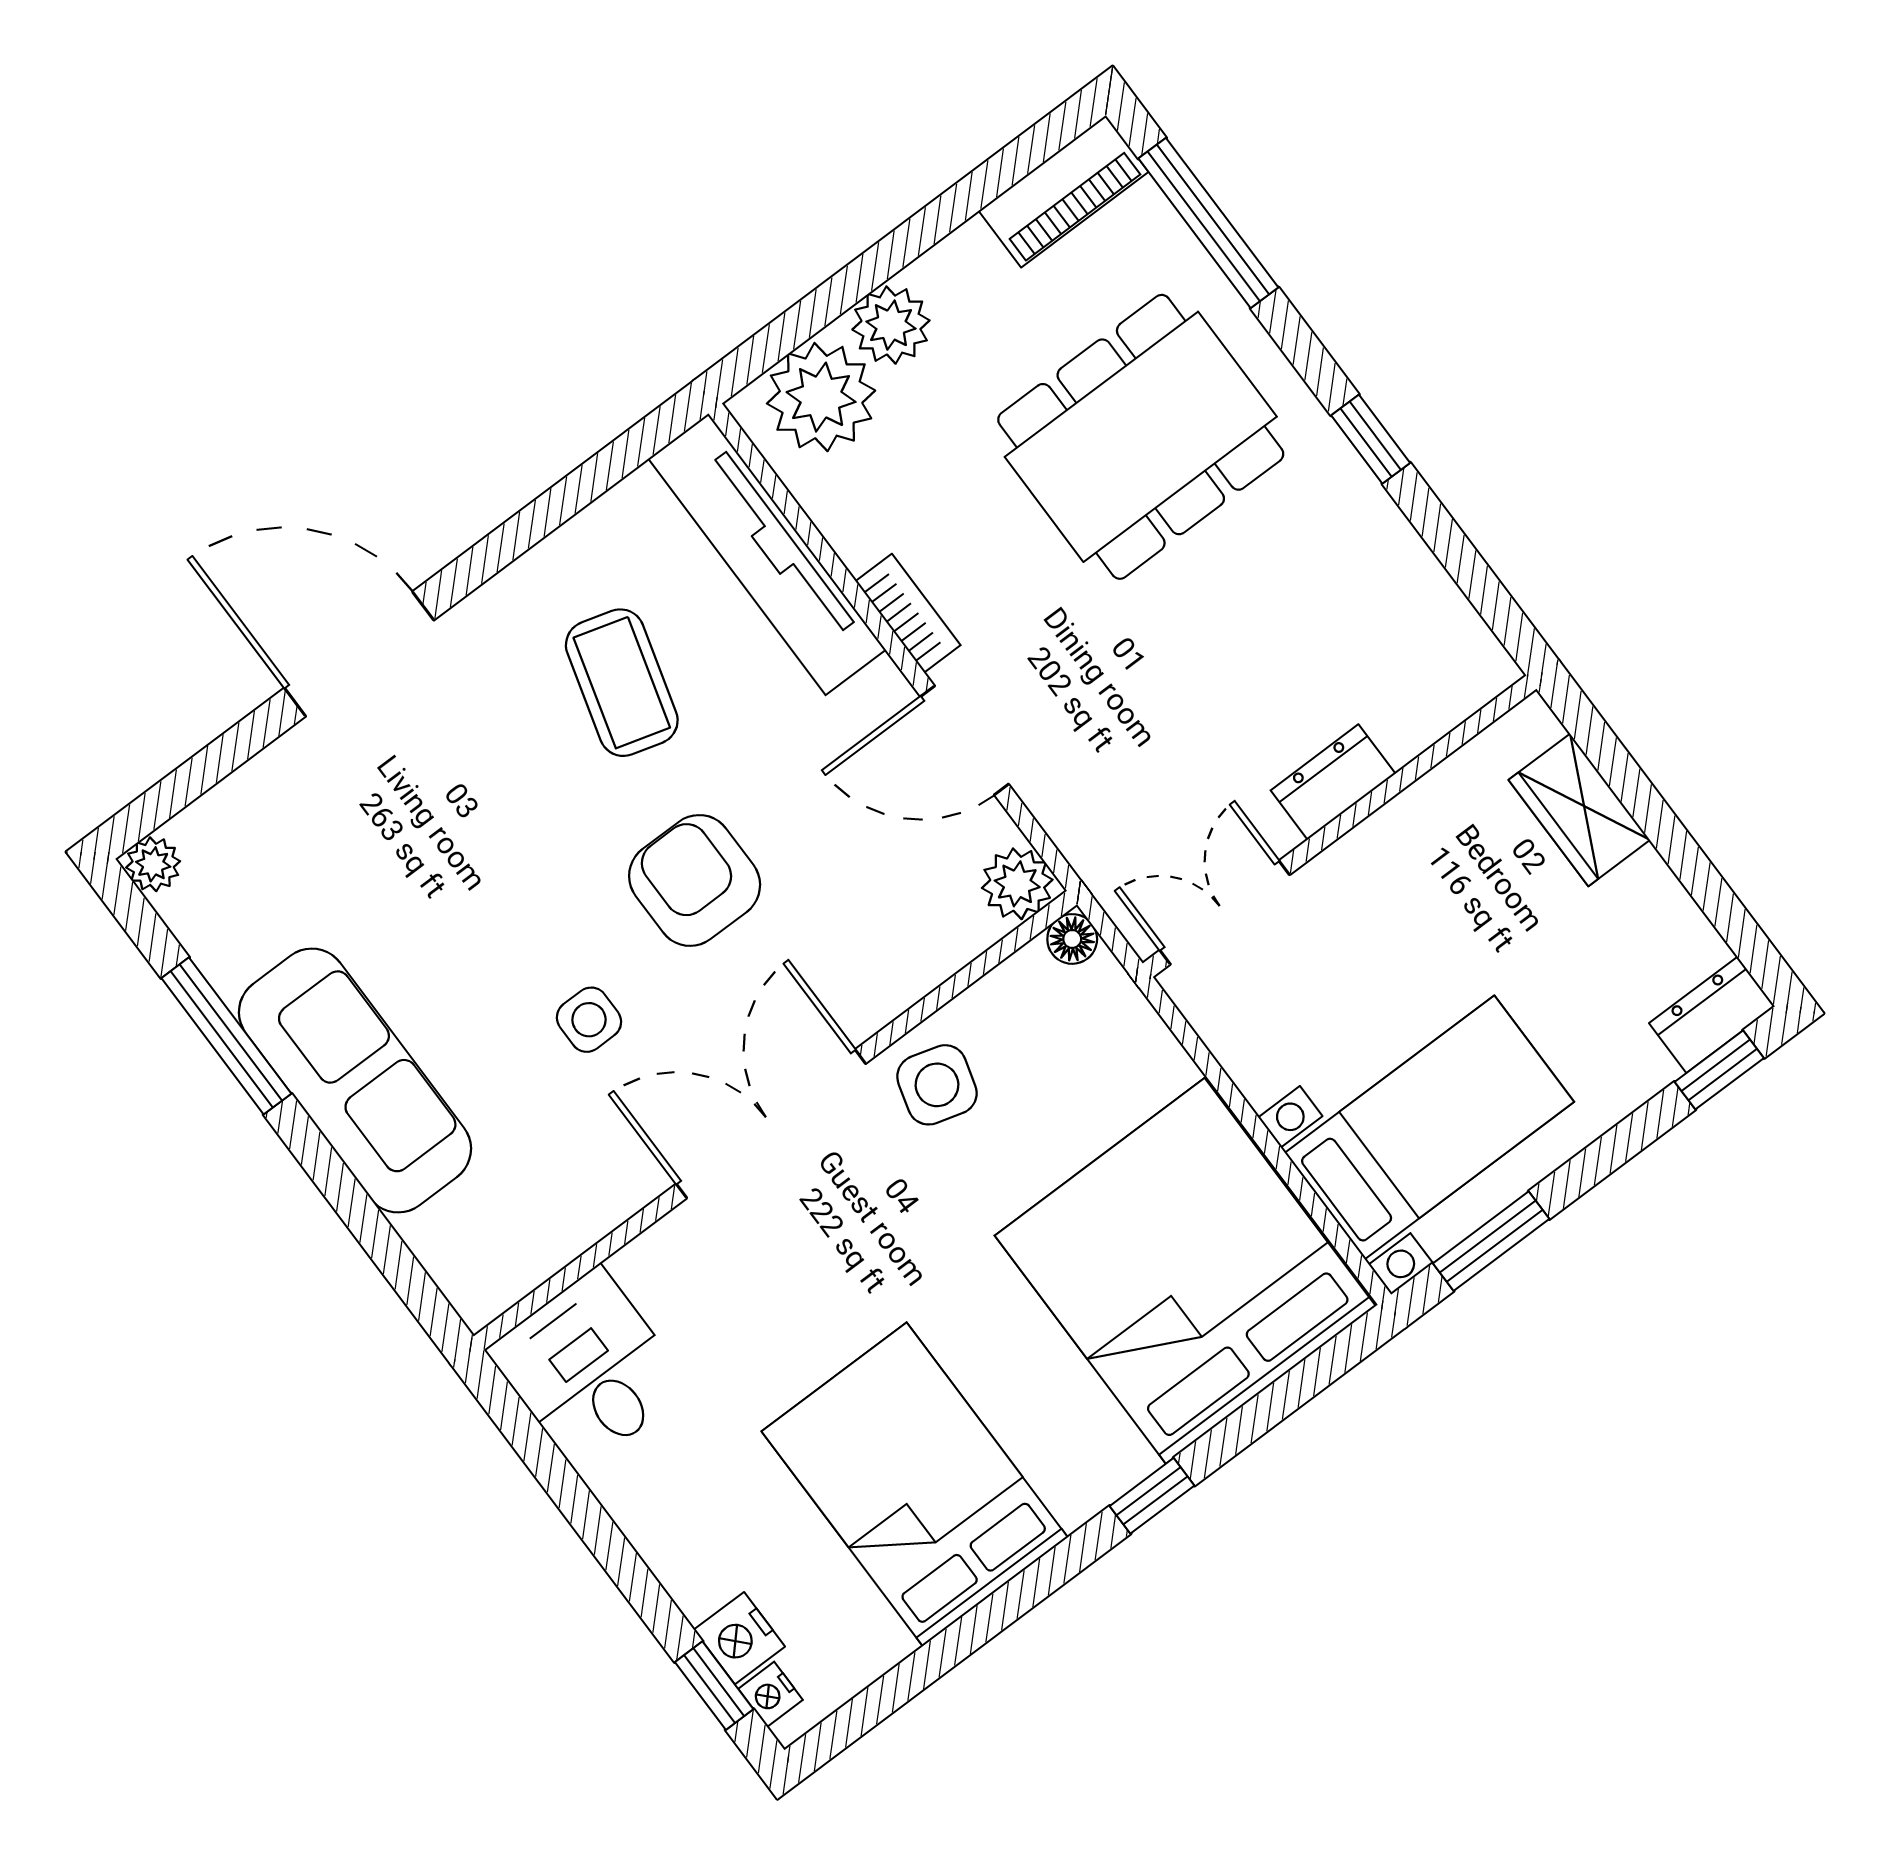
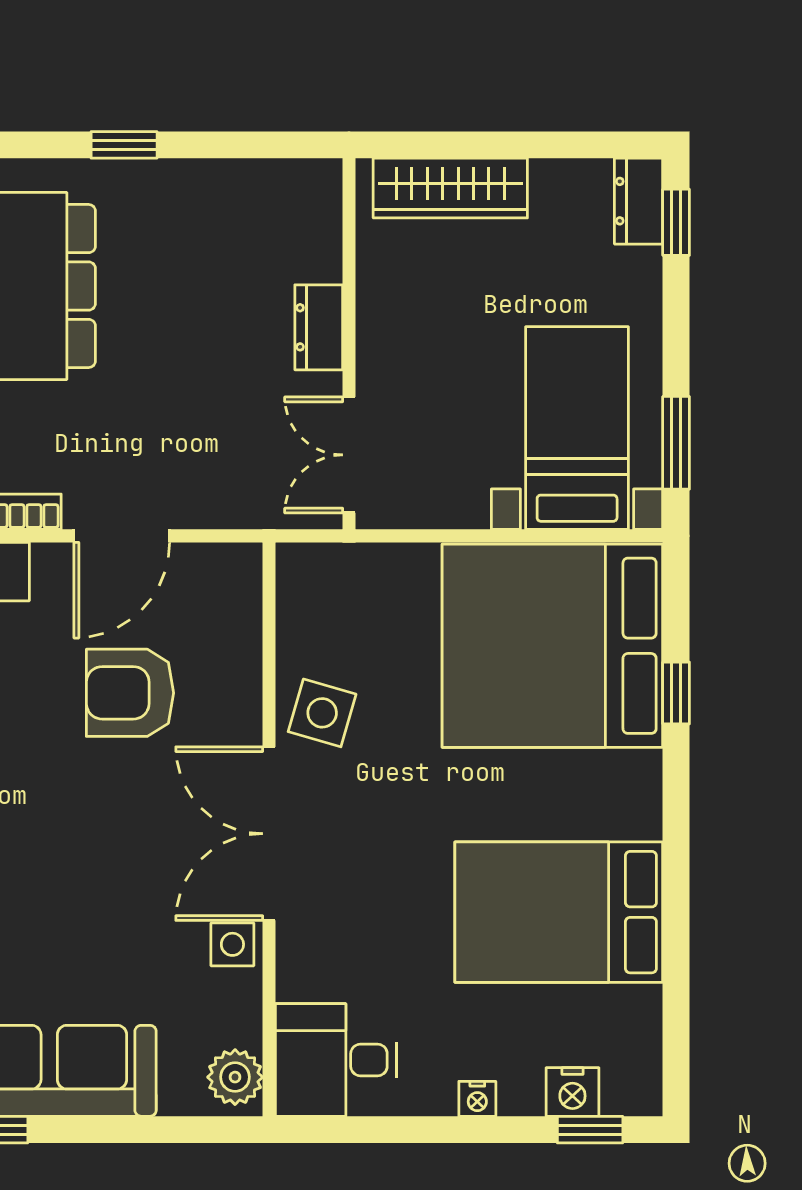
wardrobe: (1579, 810) -> (450, 188), width x1.50
armchair: (695, 880) -> (130, 693), moved
plant: (1017, 884) -> (235, 1077), moved
floor lamp: (1072, 939) -> (295, 562), removed
side table: (589, 1020) -> (232, 944), moved
window: (1152, 1496) -> (676, 693), moved
nightstand: (771, 1694) -> (477, 1099), moved

